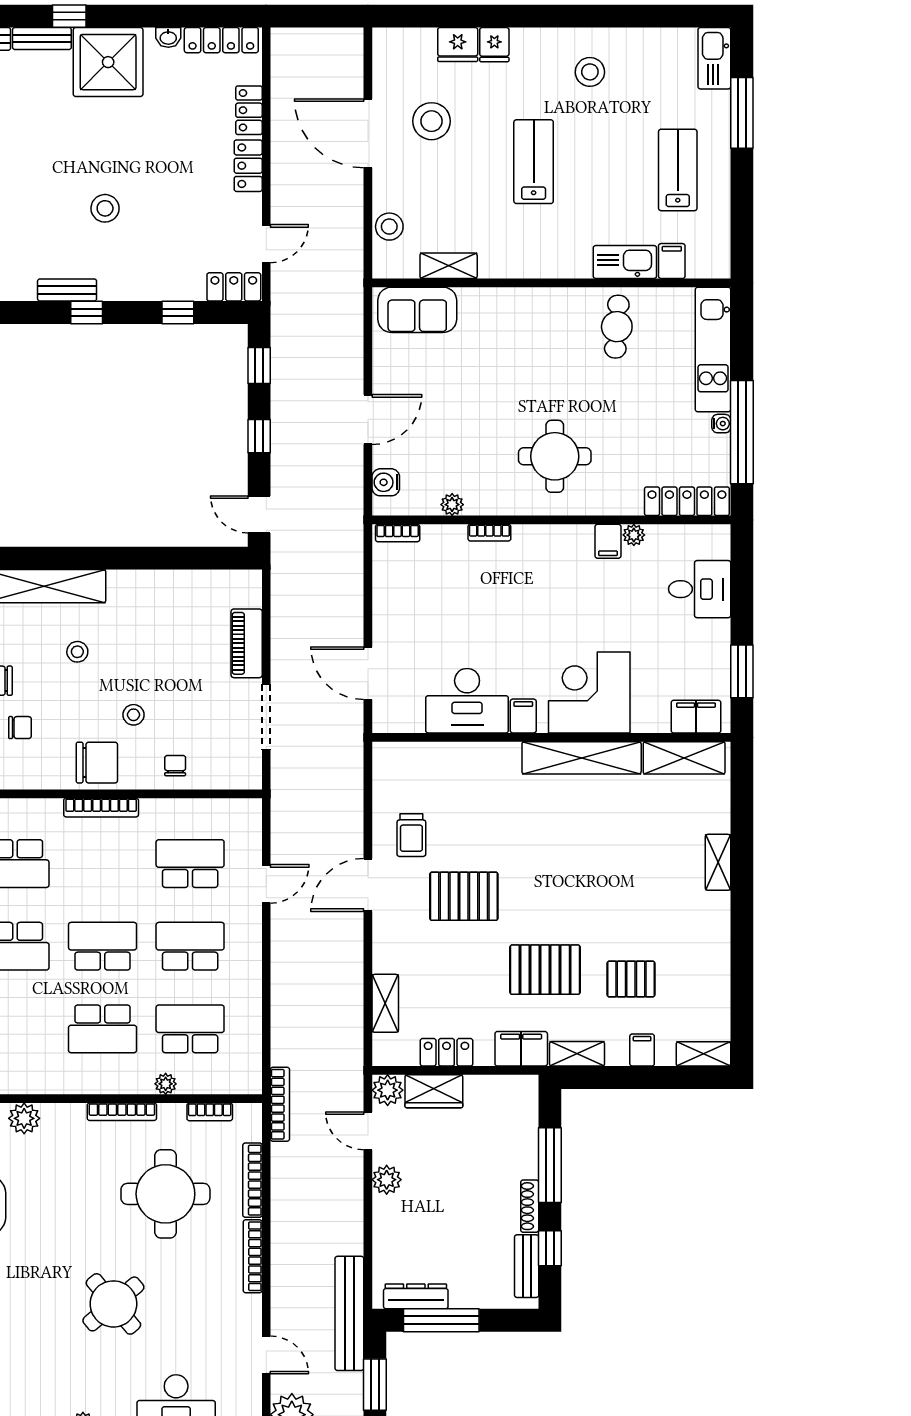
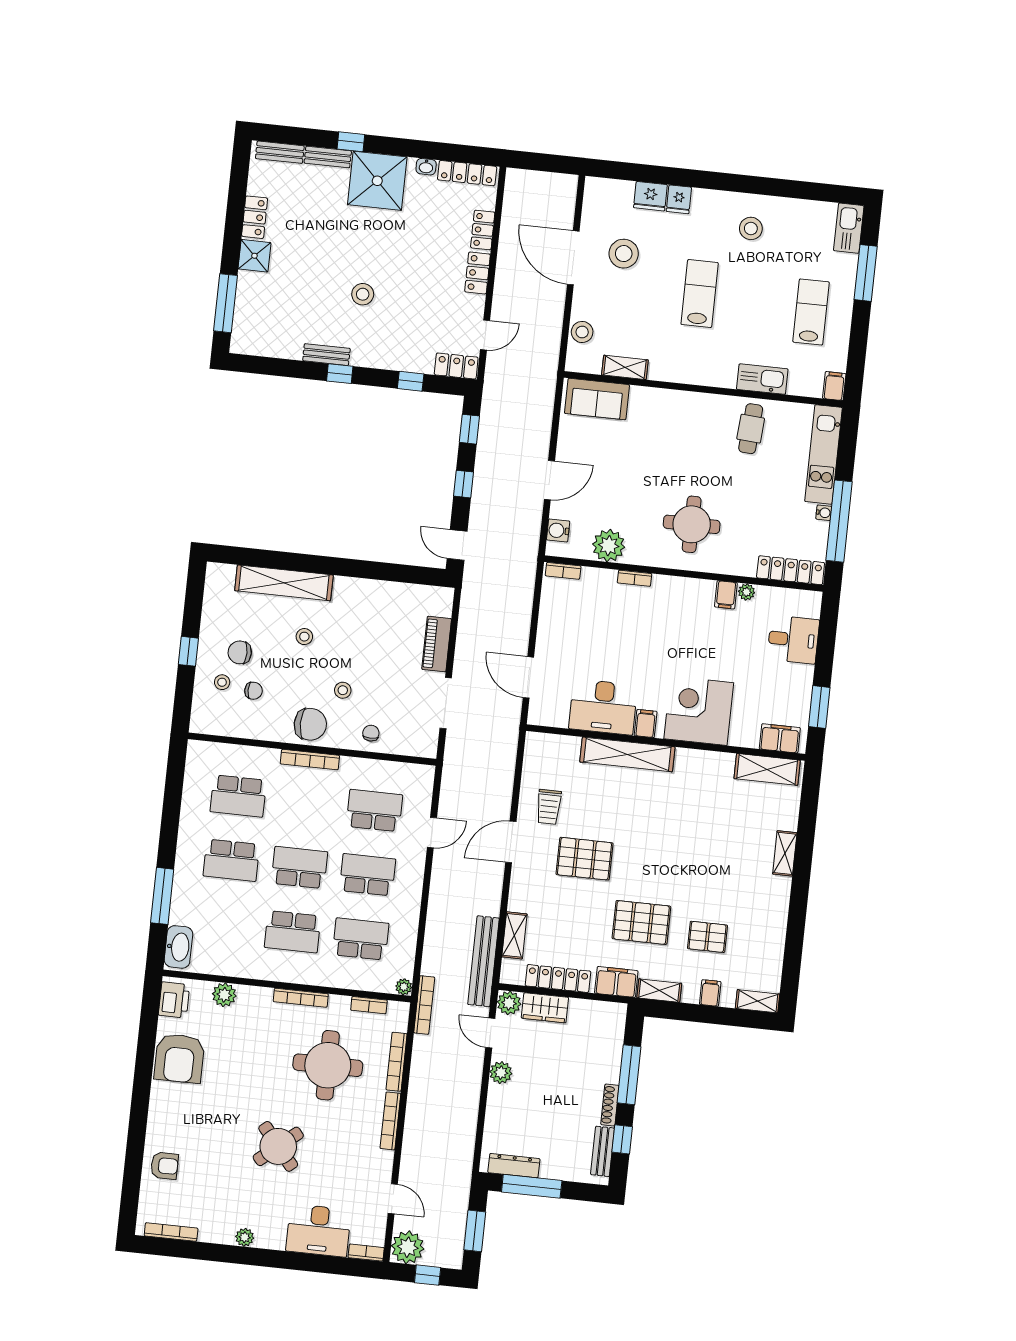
filing cabinet: (672, 261) -> (834, 386), moved
plant: (452, 505) -> (609, 546), width x1.88, depth x1.88
shelving: (582, 758) -> (627, 754), moved
locker: (446, 1052) -> (558, 978), width x1.53
plant: (166, 1084) -> (404, 987), moved
bench: (349, 1313) -> (483, 961), moved

